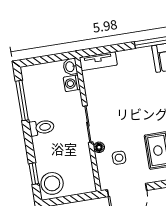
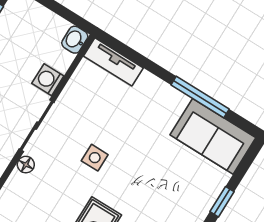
washing machine: (72, 83) -> (48, 80), moved
side table: (119, 158) -> (95, 158), moved

